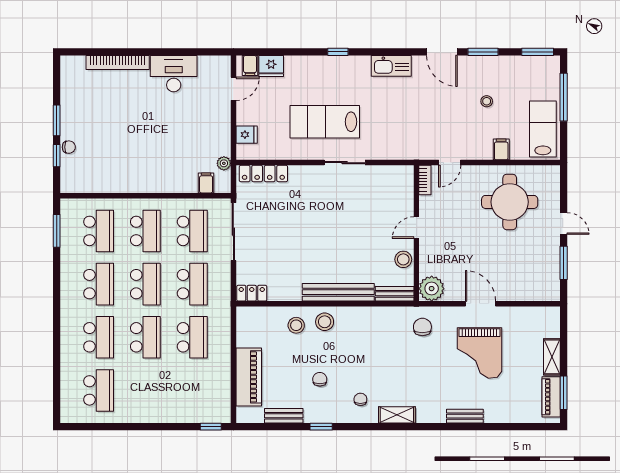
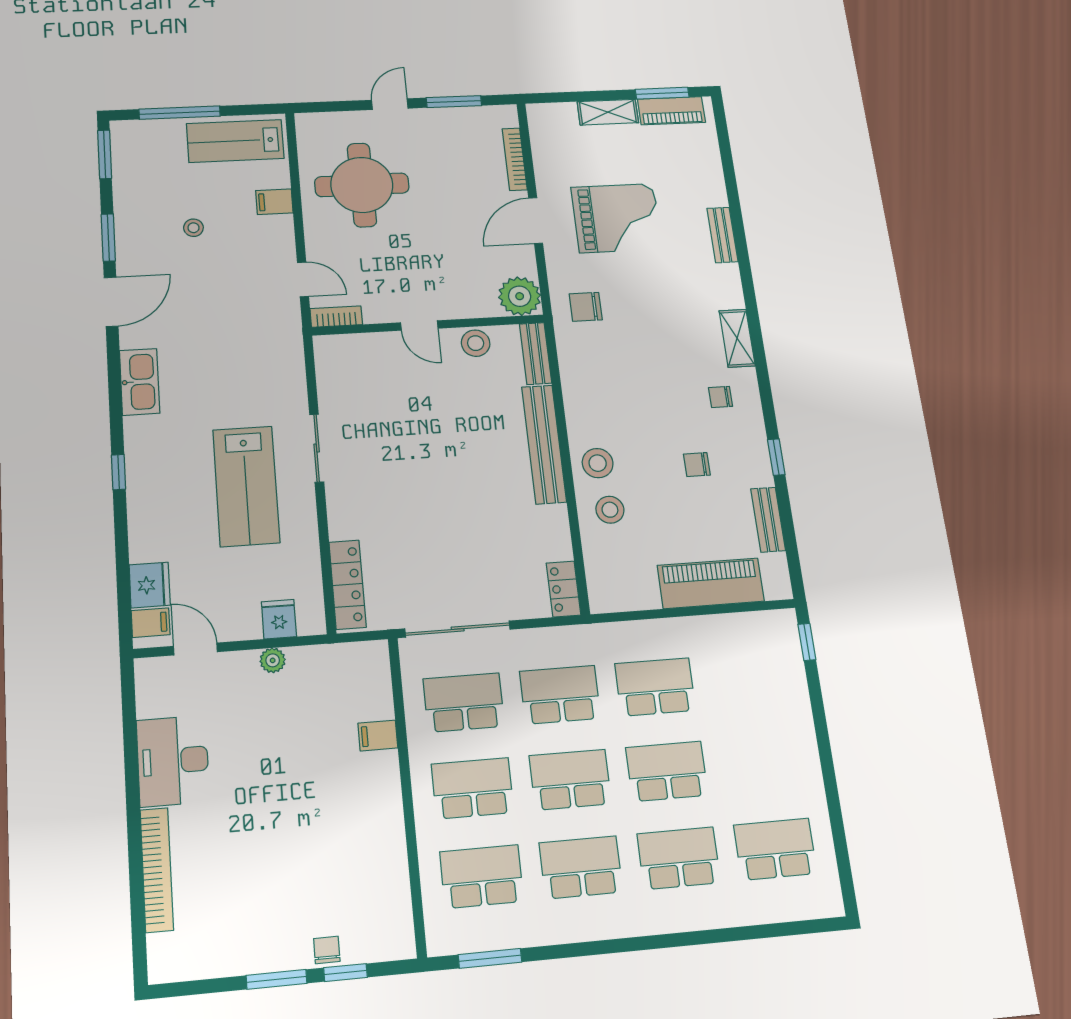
plant: (224, 163) -> (273, 660), moved
filing cabinet: (206, 183) -> (378, 736), moved
bookcase: (522, 296) -> (515, 159), added

